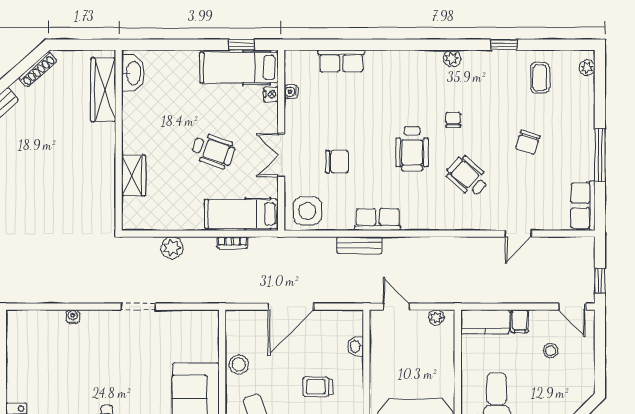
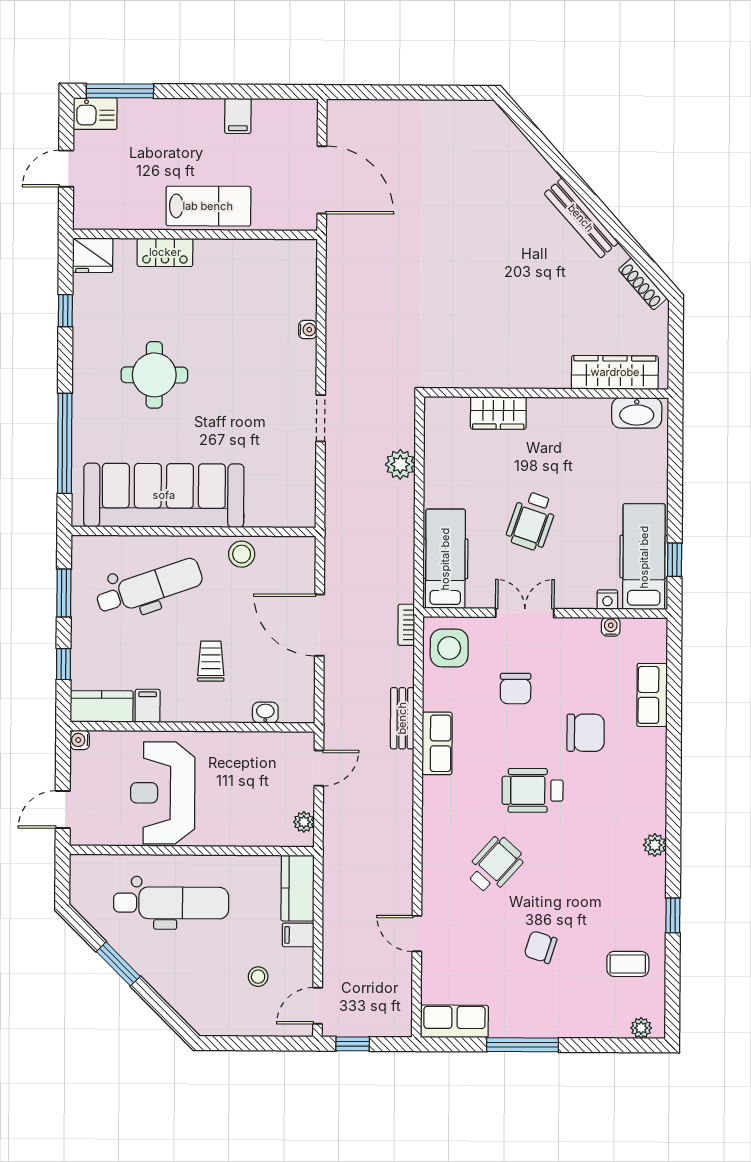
chair: (453, 120) -> (586, 733), moved, width x1.87, depth x1.87
bookcase: (233, 243) -> (406, 625), moved

